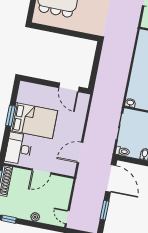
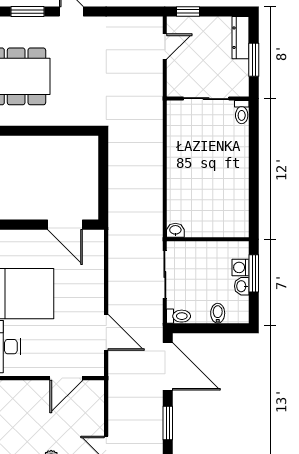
door: (80, 152) -> (106, 332), swing flipped
door: (42, 171) -> (66, 378), moved

